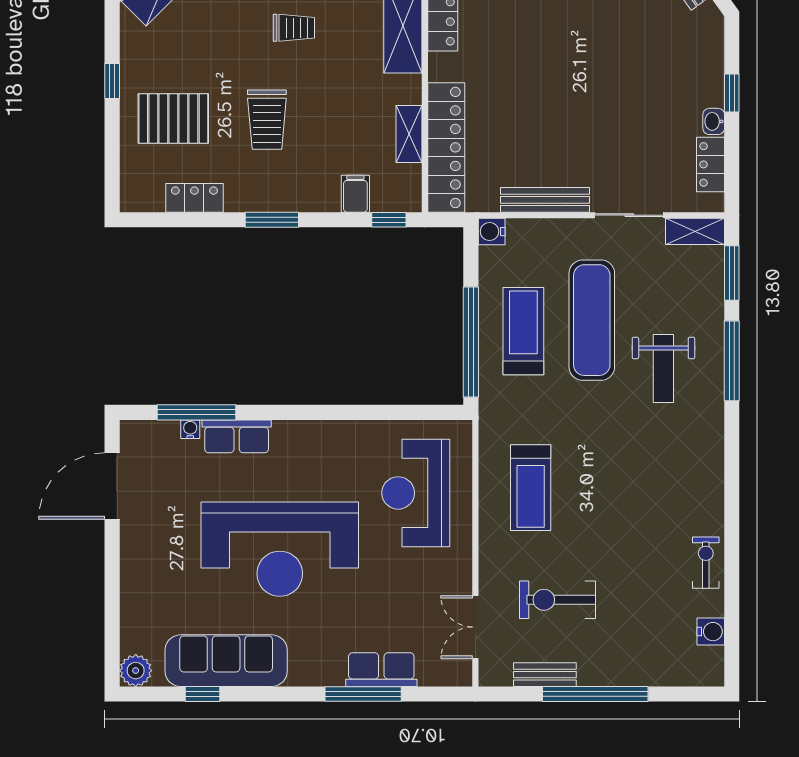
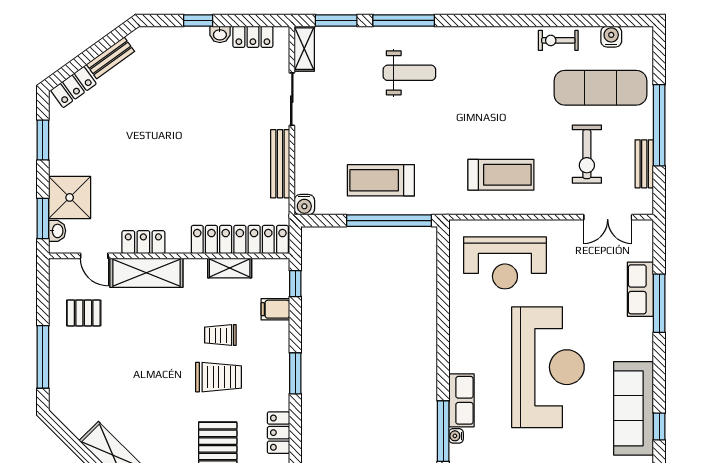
trolley: (294, 28) -> (220, 335), moved, turned -90
exercise mat: (592, 320) -> (601, 88), moved

